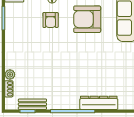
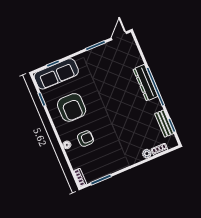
dresser: (99, 103) -> (145, 83), moved

